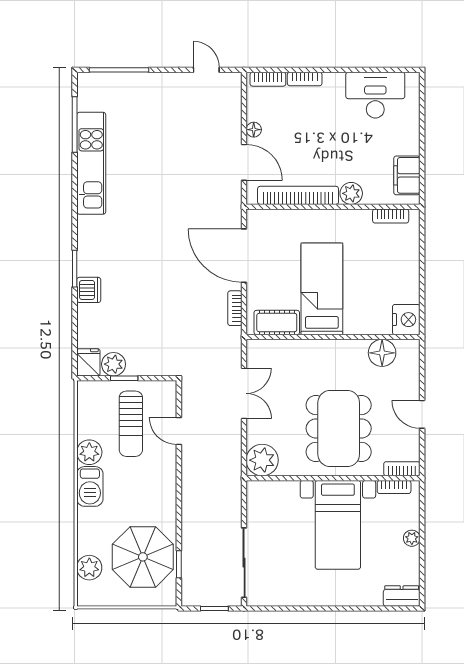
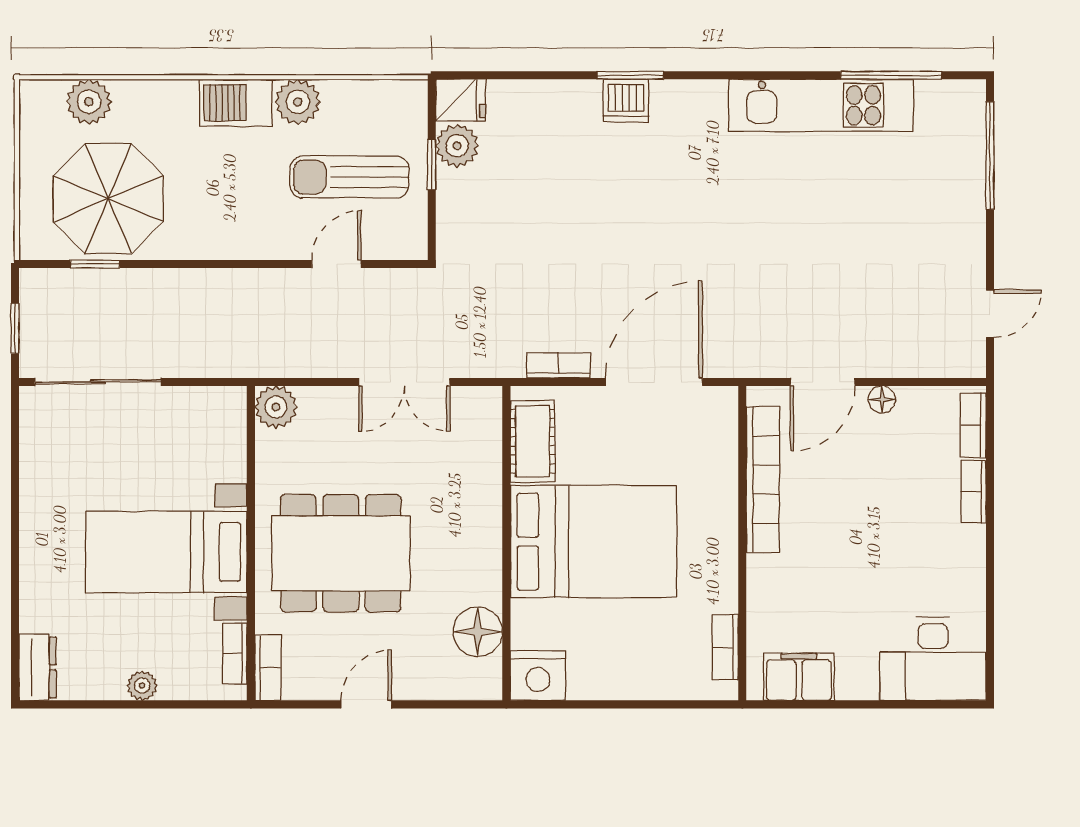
desk: (375, 95) -> (933, 659), moved, turned 90
plant: (351, 193) -> (766, 576), removed
bed: (322, 289) -> (593, 542), width x1.50
dishwasher: (89, 290) -> (626, 101), moved
plant: (262, 460) -> (276, 407), width x0.73, depth x0.73

